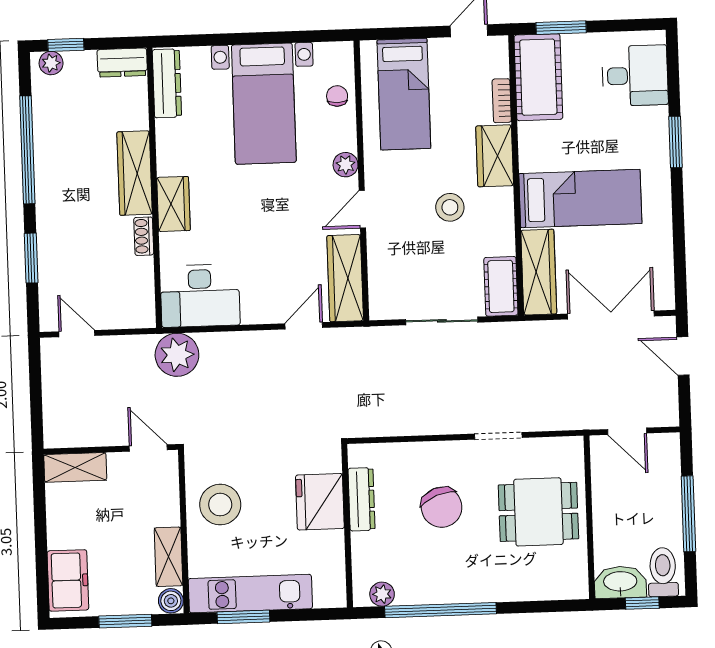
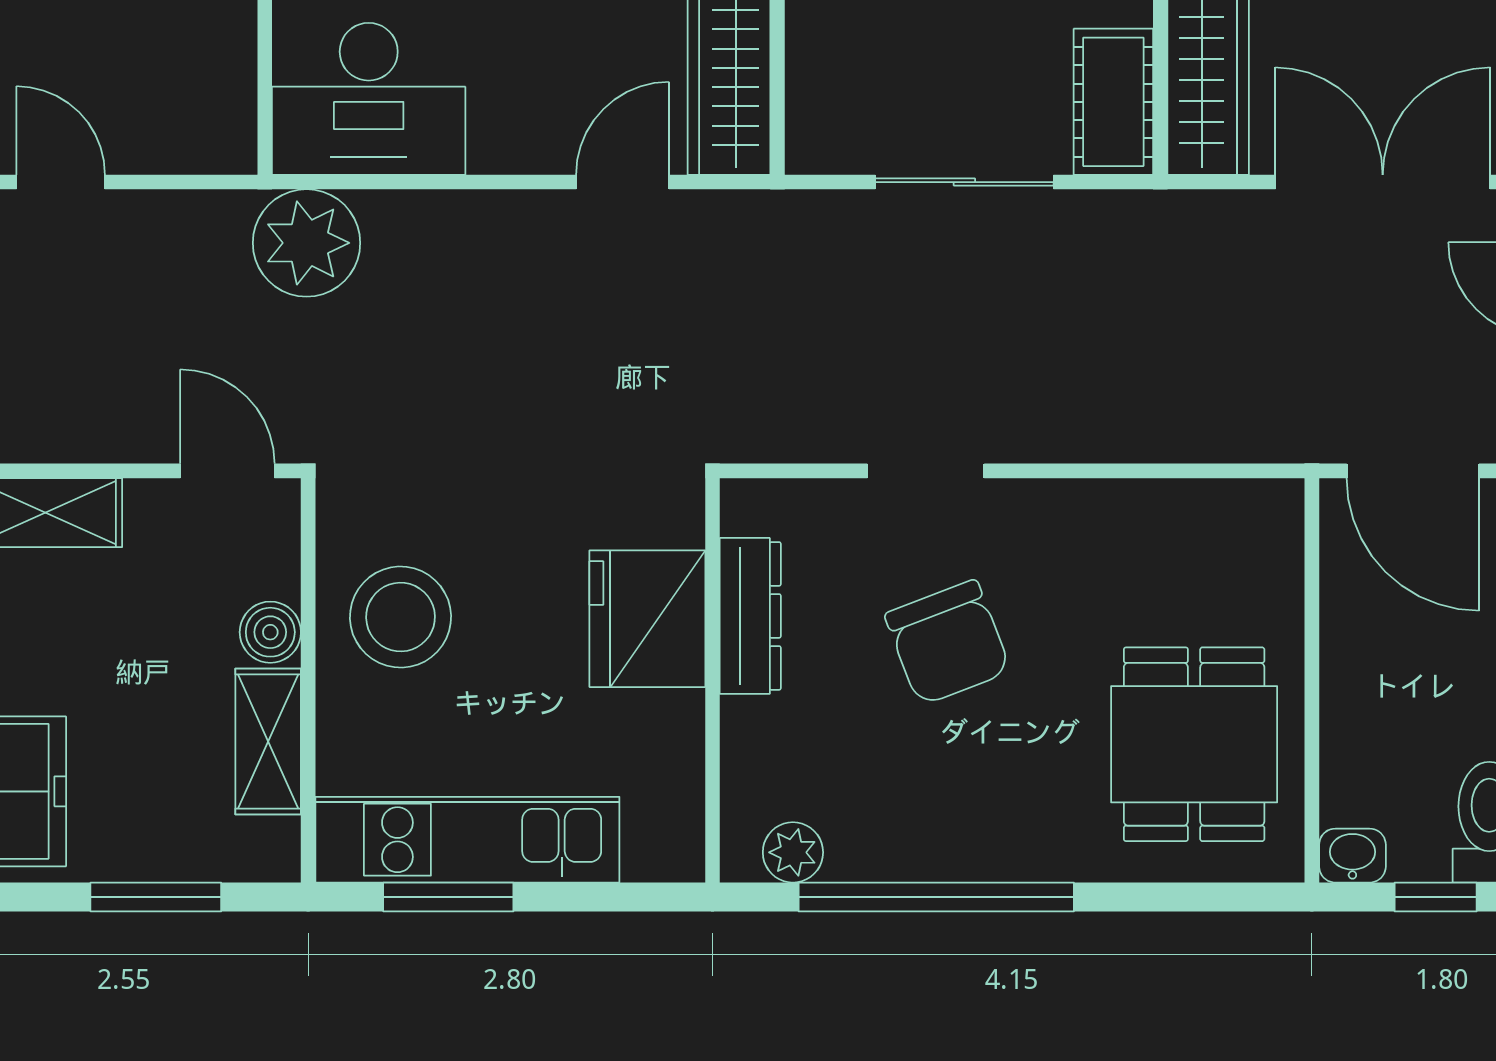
door: (627, 431) -> (1413, 471), width x1.38
doorway: (498, 436) -> (926, 471), moved
dining table: (538, 512) -> (1194, 744), moved, turned 90
washbasin: (620, 582) -> (1352, 856), width x0.52, depth x0.69
boiler: (171, 601) -> (270, 632), moved

